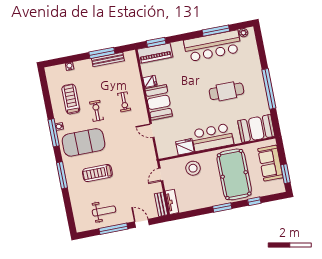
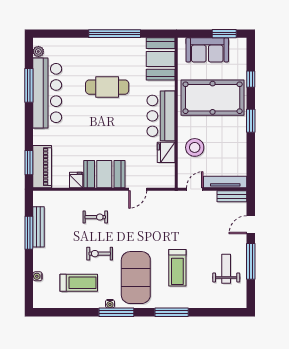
cafe table: (226, 91) -> (107, 87), turned 90
treadmill: (71, 99) -> (79, 283), turned 180
door: (161, 175) -> (195, 189), swing flipped
tv unit: (172, 202) -> (225, 182), width x1.41

